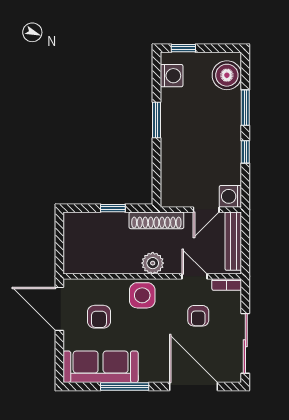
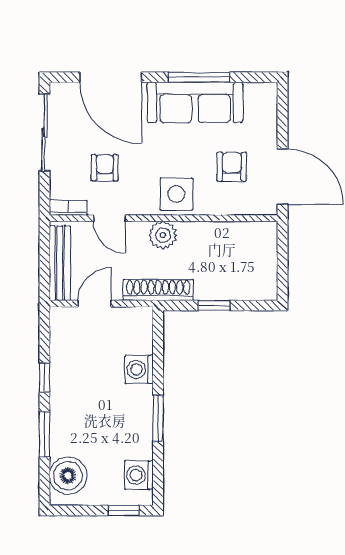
washing machine: (230, 196) -> (139, 369), moved, turned 180
sofa: (101, 367) -> (195, 103), moved

